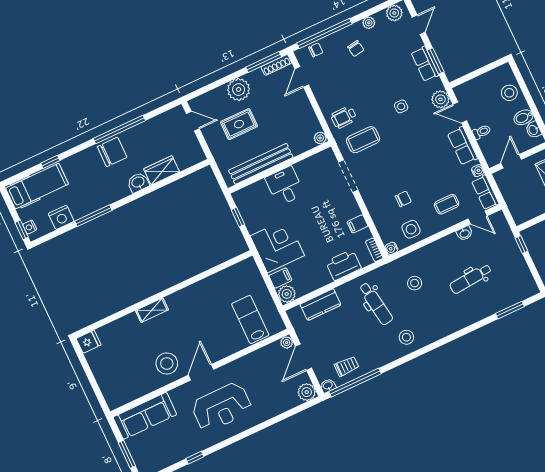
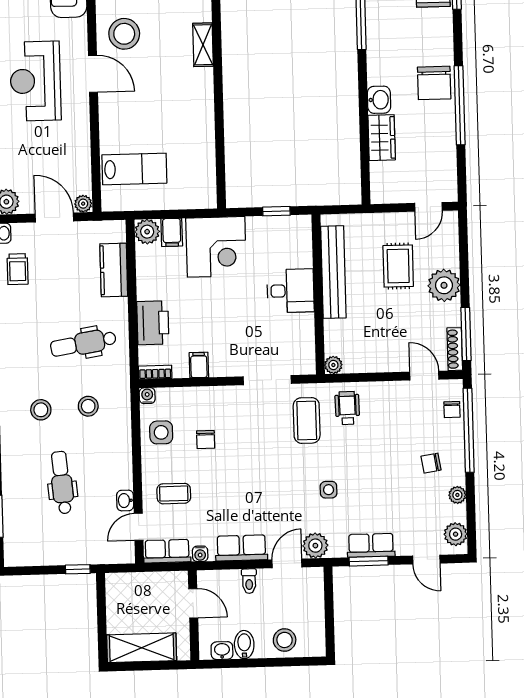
coffee table: (447, 204) -> (174, 494), turned 90
stool: (406, 337) -> (41, 410), moved

